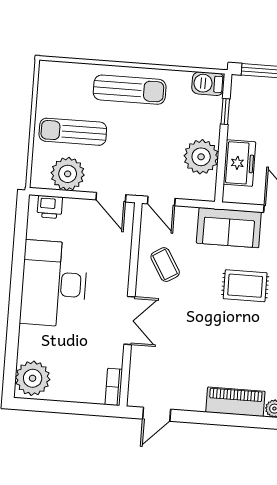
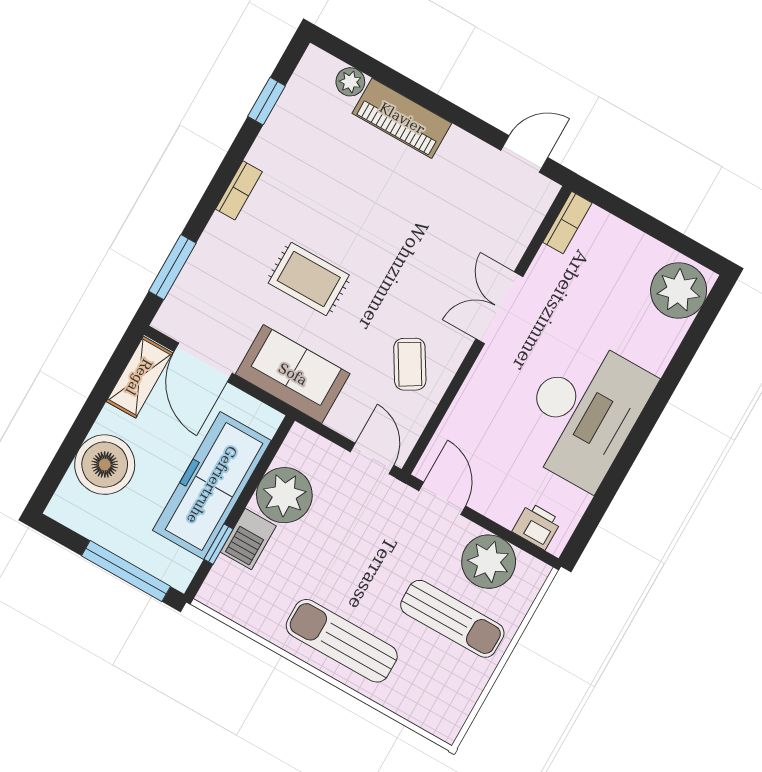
barbecue: (208, 84) -> (248, 539), moved, turned 90
freezer: (239, 163) -> (212, 485), width x1.91, depth x1.26

